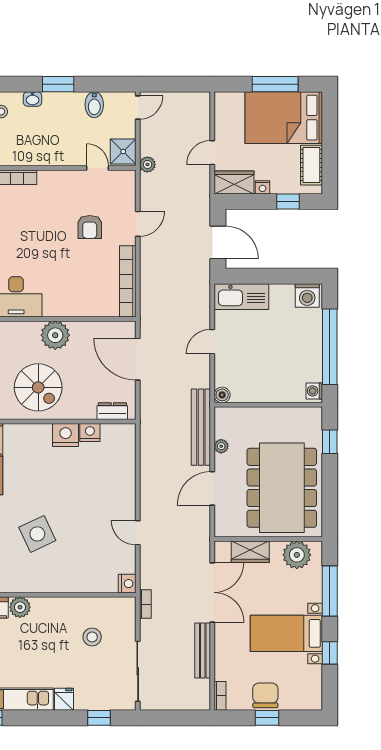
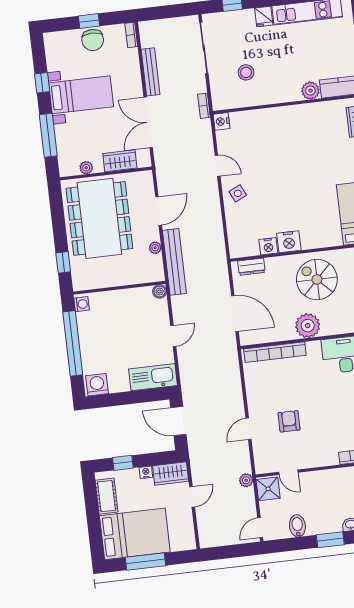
bookcase: (128, 281) -> (275, 352), moved, turned 90
side table: (37, 534) -> (238, 193), moved, width x0.54, depth x0.54
plant: (297, 555) -> (86, 168), width x0.53, depth x0.53

